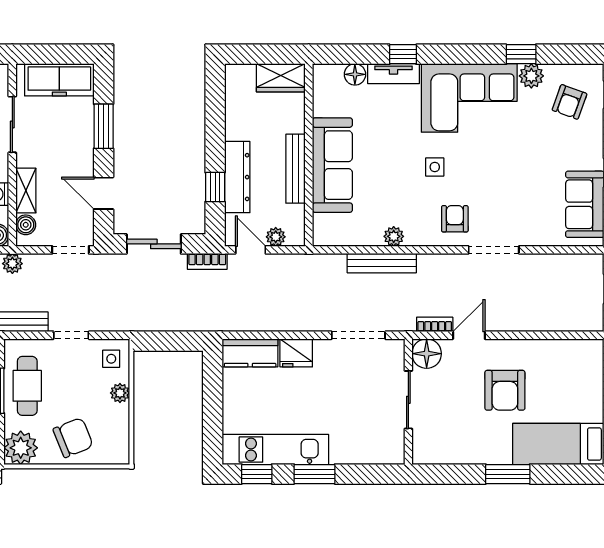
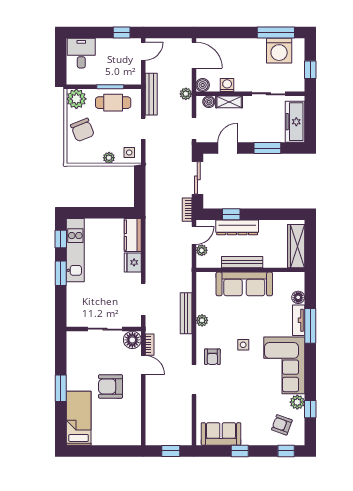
window: (403, 54) -> (310, 326), width x2.17
window: (521, 54) -> (310, 409), moved
wardrobe: (281, 78) -> (296, 246), width x1.50
armchair: (455, 219) -> (212, 357), turned 90

